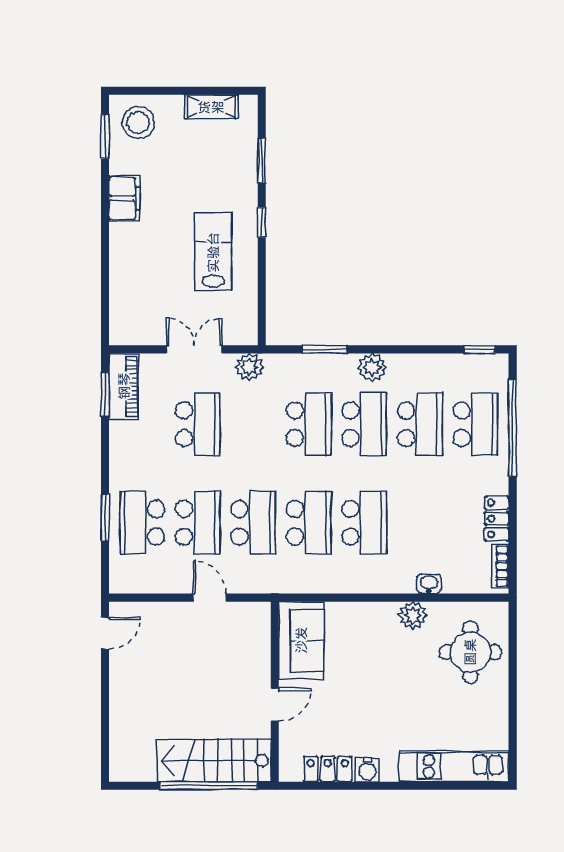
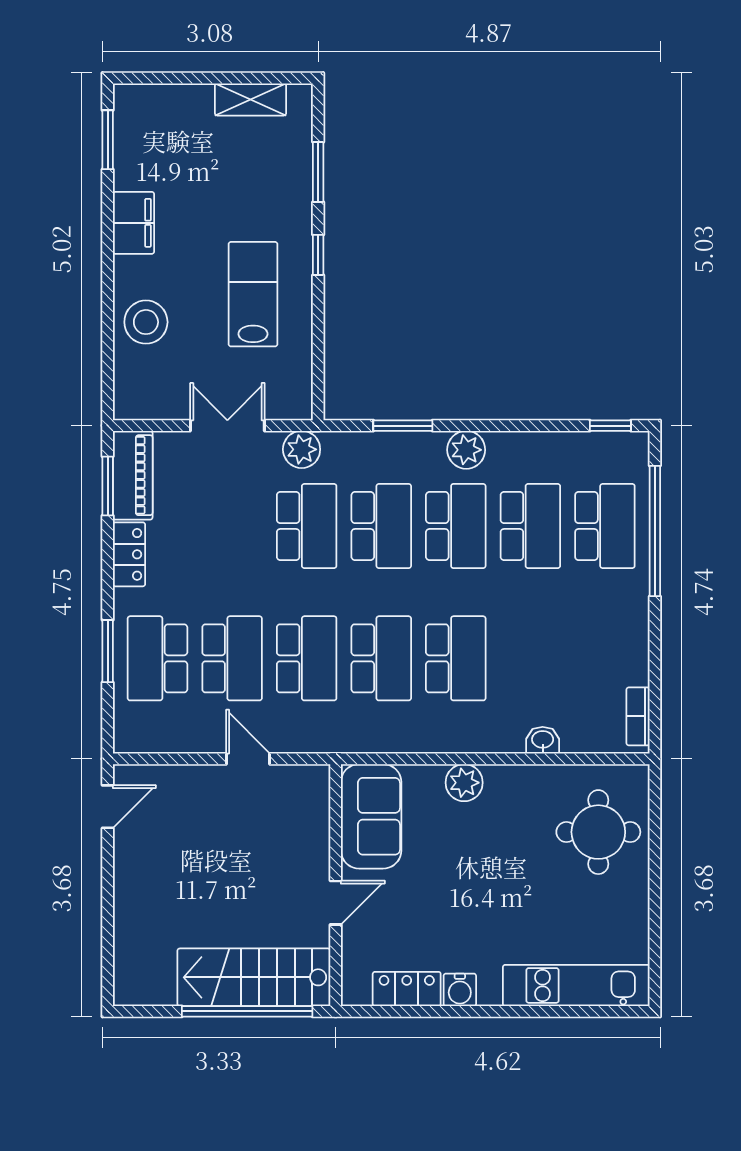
stool: (138, 123) -> (146, 322), moved
school desk: (198, 424) -> (307, 526), moved
locker: (497, 519) -> (129, 554), moved, turned 180
plant: (413, 615) -> (464, 783), moved

